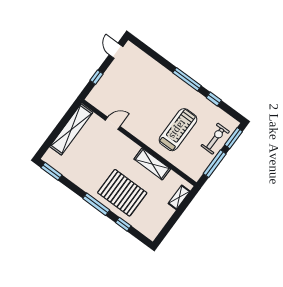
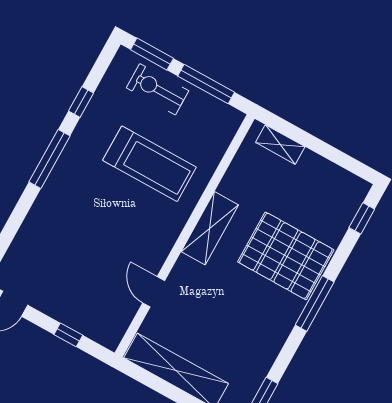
treadmill: (178, 130) -> (149, 164), turned 180
shelving: (152, 164) -> (210, 228), moved
pallet: (122, 193) -> (286, 256), turned 90
window: (123, 224) -> (362, 218), moved

